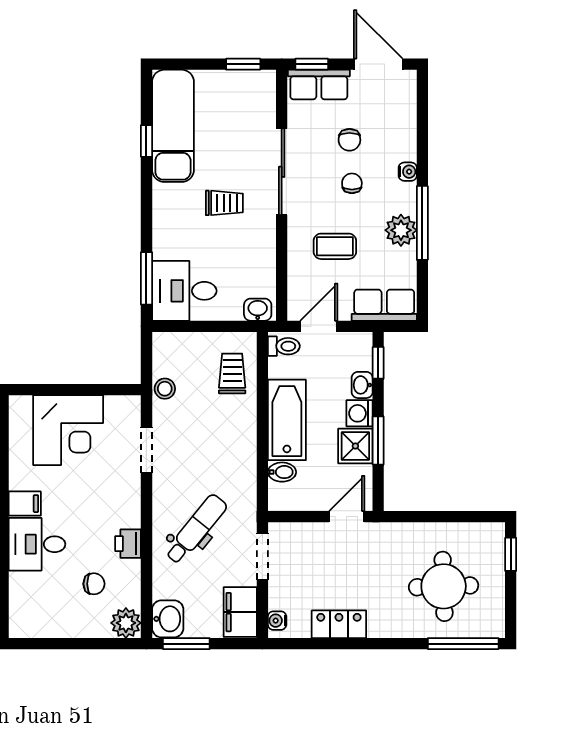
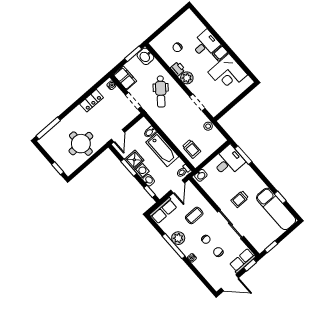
corner desk: (68, 430) -> (228, 73), moved, turned -90
round table: (444, 586) -> (81, 144), moved
plant: (126, 623) -> (187, 78), moved

